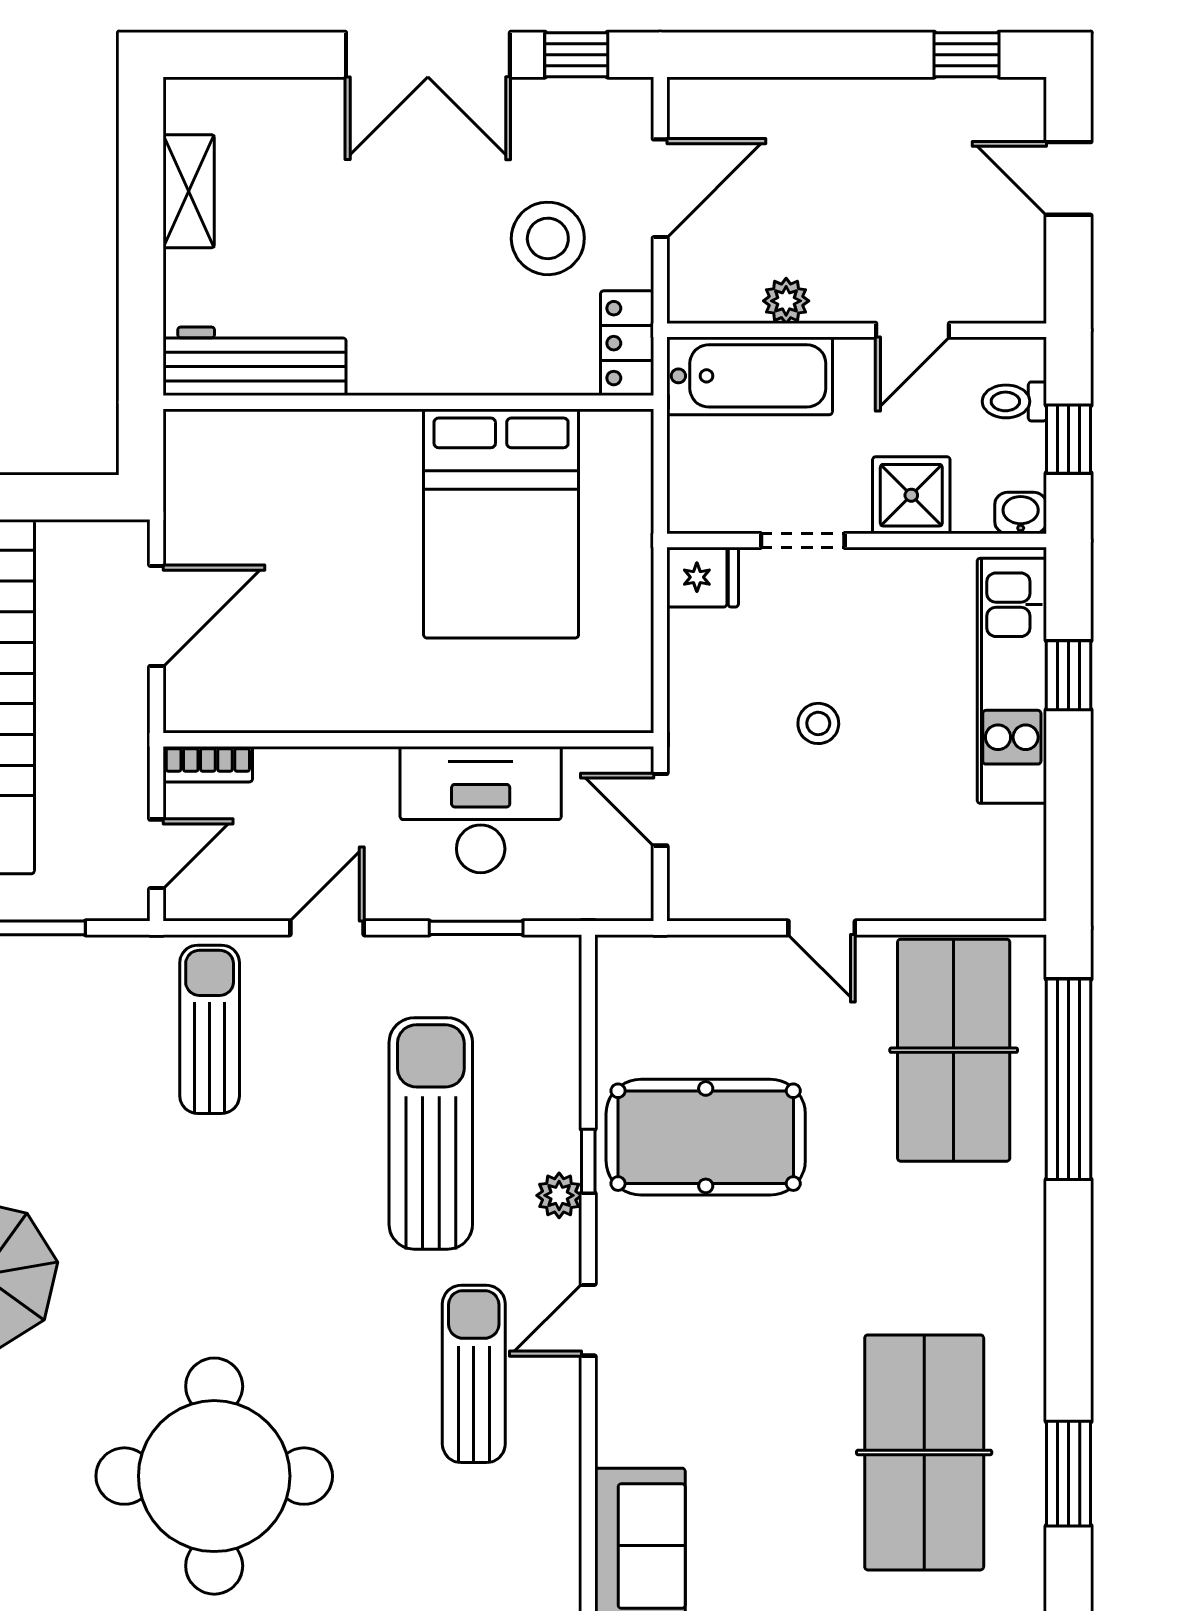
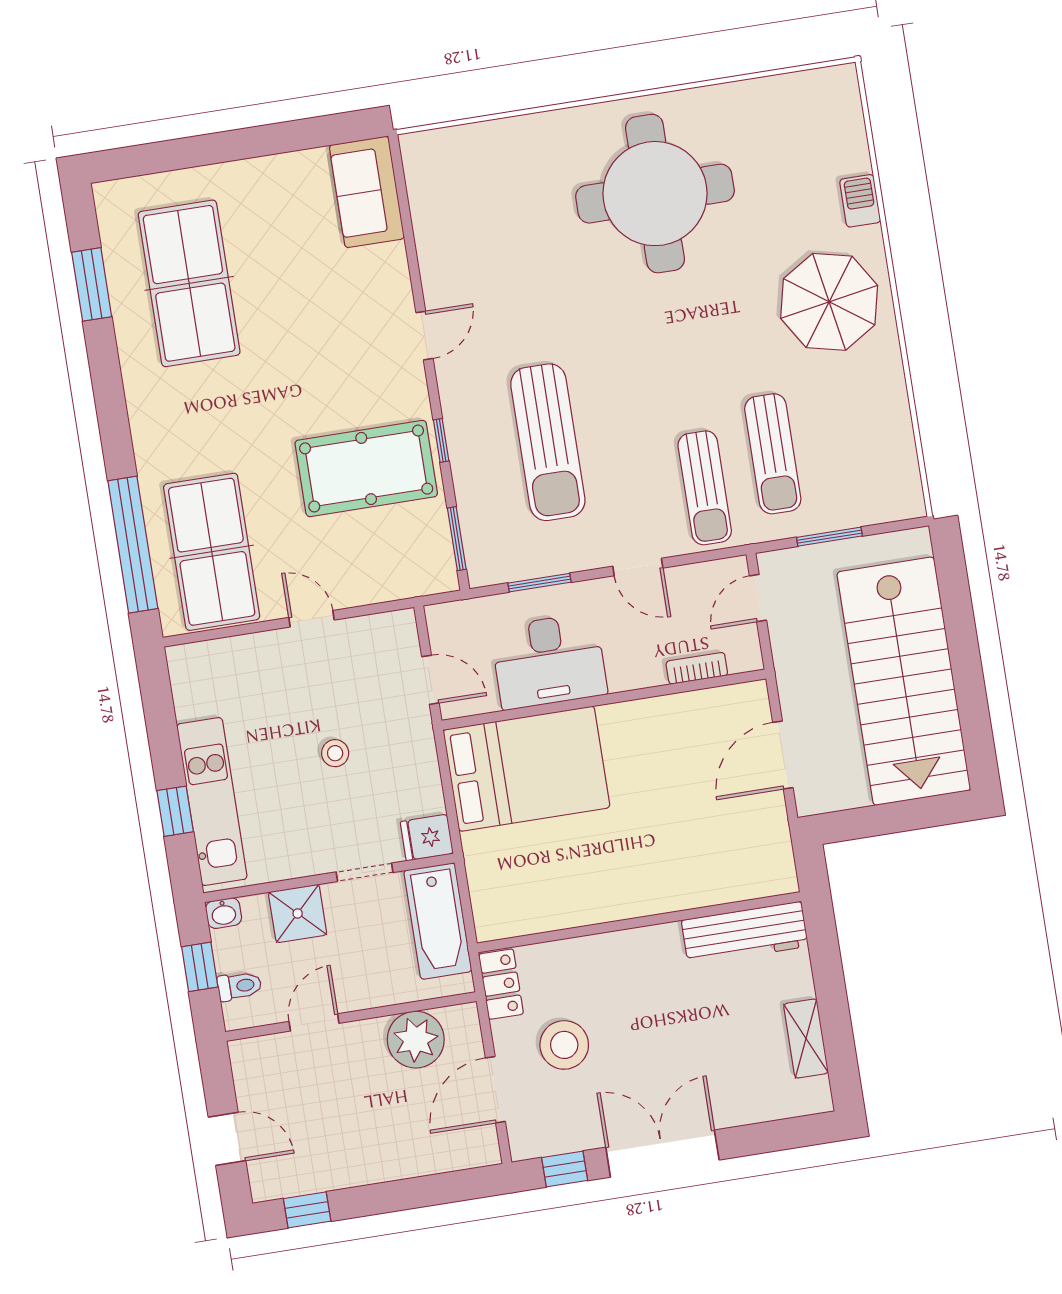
plant: (786, 301) -> (416, 1040), width x1.88, depth x1.88
bathtub: (750, 376) -> (438, 921), moved, turned -90
bed: (501, 523) -> (527, 769), moved, turned 90
bookcase: (208, 764) -> (697, 668), moved
door: (327, 928) -> (638, 567), hinge flipped
window: (588, 1012) -> (457, 539), added
plant: (559, 1195) -> (457, 415), removed
sun lounger: (474, 1374) -> (773, 454), moved

